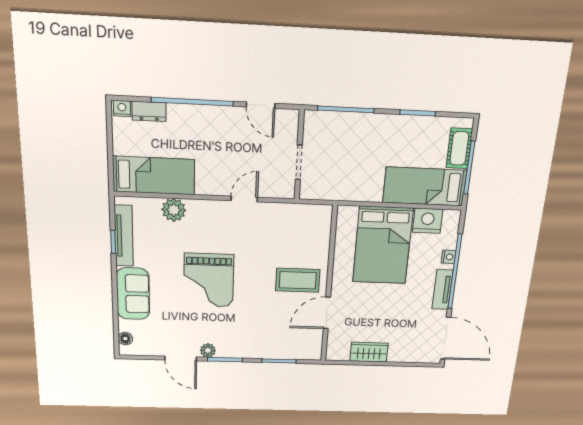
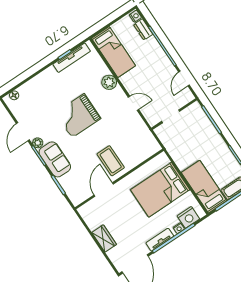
plant: (174, 210) -> (109, 82), moved
nightstand: (428, 221) -> (188, 217), moved, turned 90
sofa: (133, 294) -> (55, 159), moved, turned -90
door: (327, 313) -> (104, 189), hinge flipped
wardrobe: (369, 352) -> (104, 238), moved

